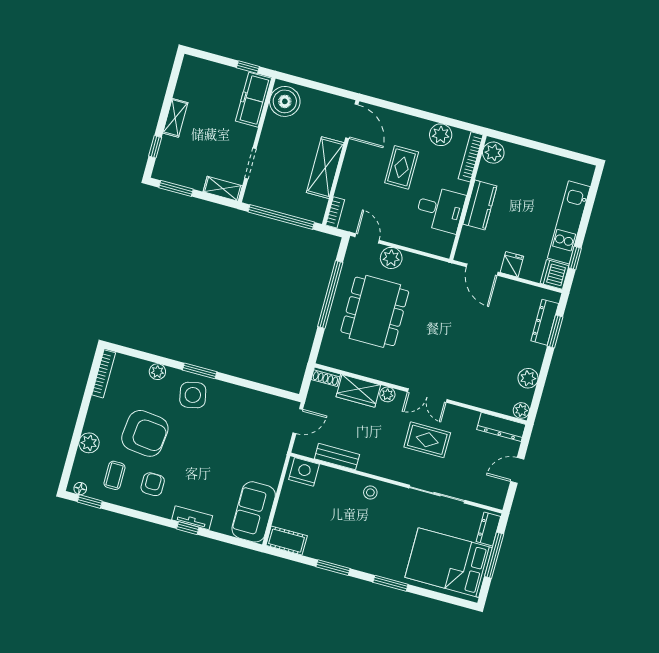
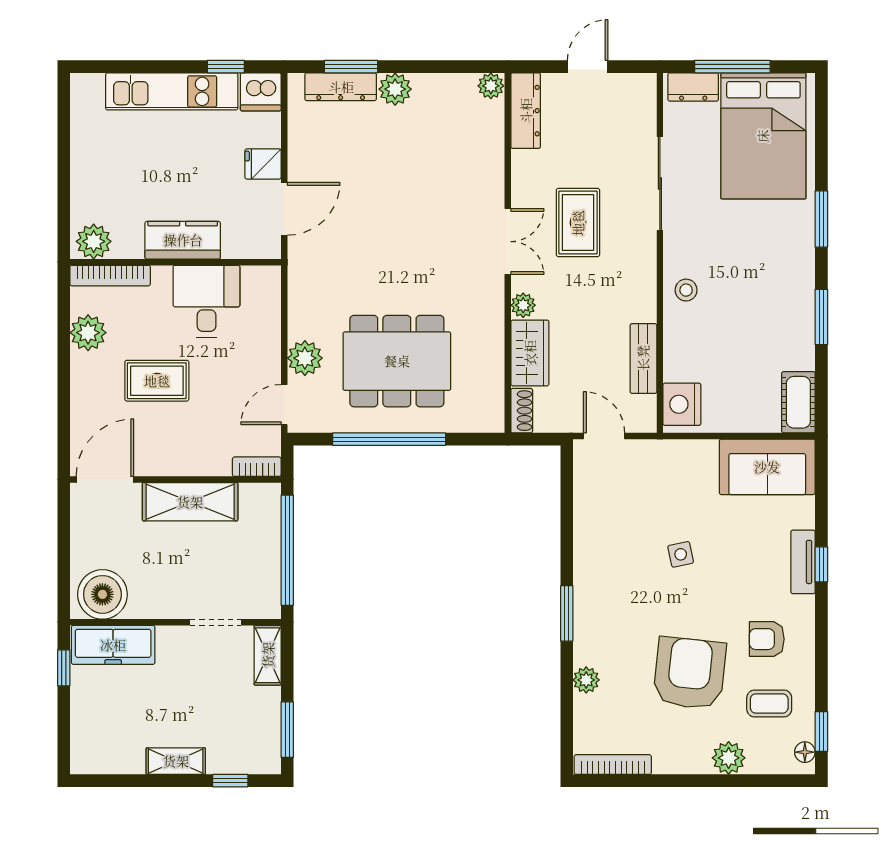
plant: (528, 378) -> (395, 89), moved
side table: (193, 395) -> (681, 554), moved, width x0.54, depth x0.54
door: (517, 470) -> (588, 67), swing flipped

